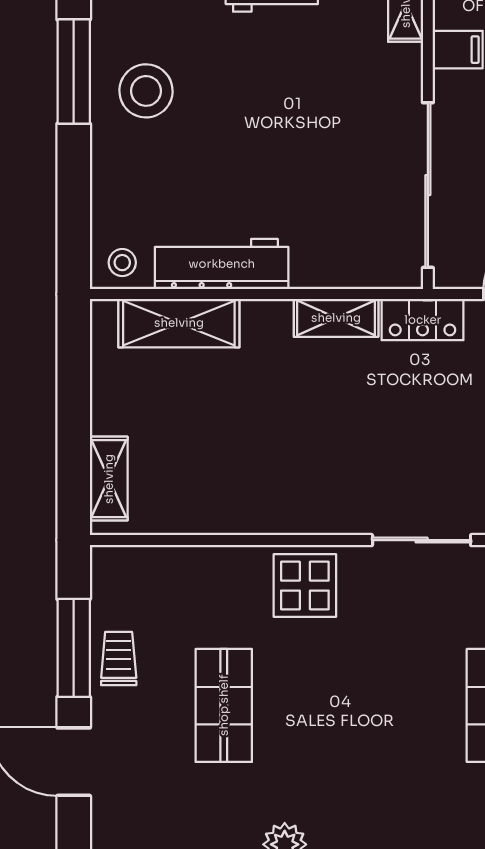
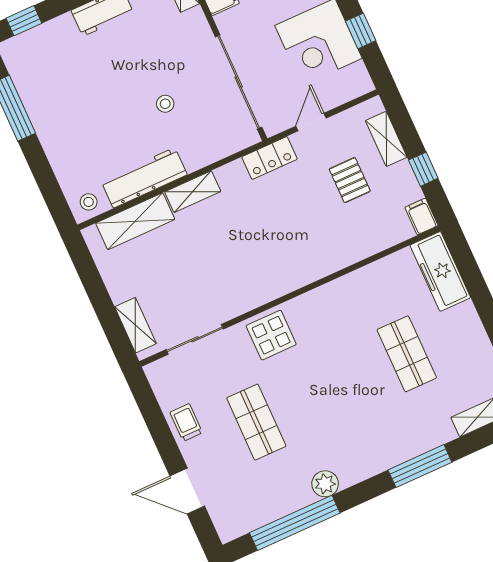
stool: (146, 91) -> (165, 104), moved, width x0.53, depth x0.53
shelving: (336, 318) -> (193, 192), moved
sliding door: (422, 540) -> (195, 339), moved
window: (74, 648) -> (159, 428), removed

